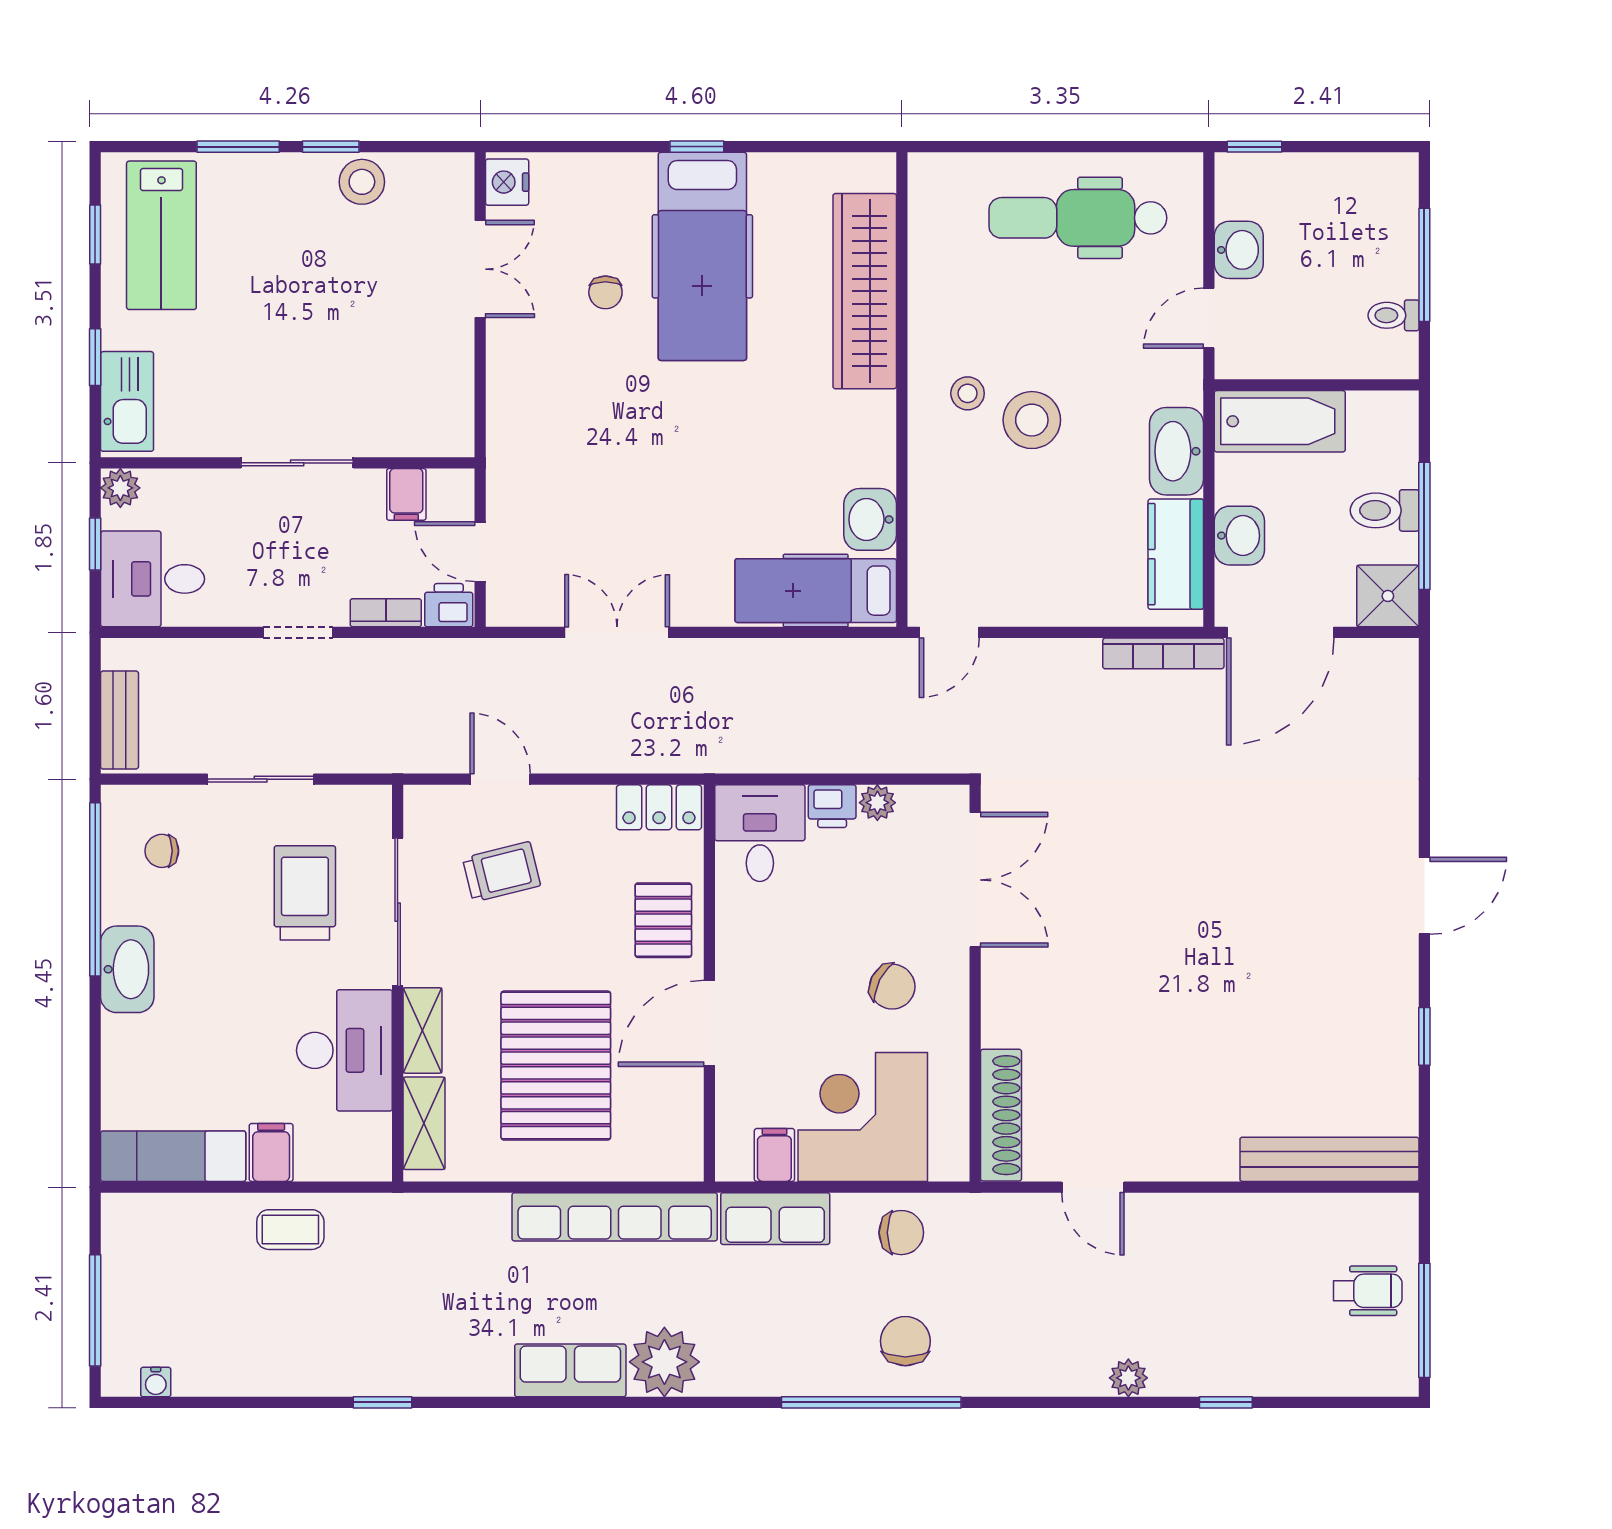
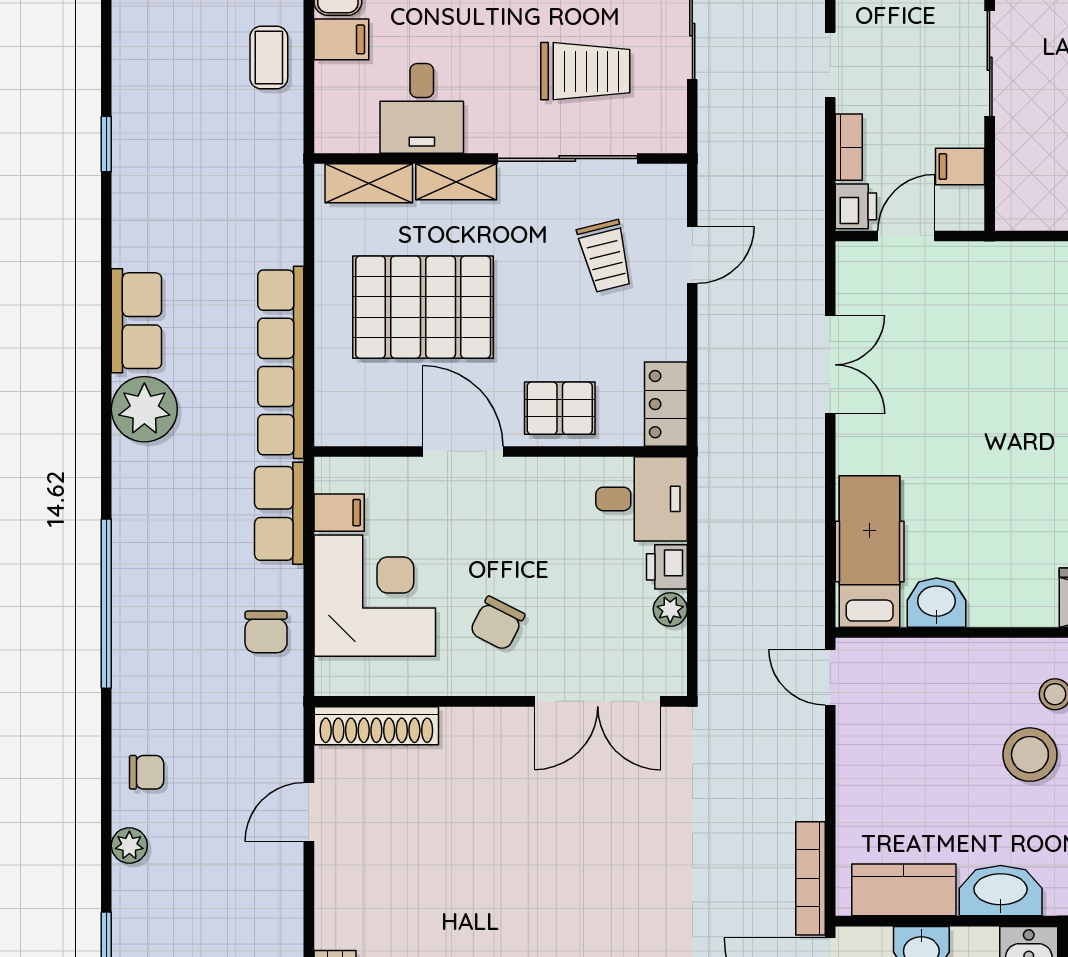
desk: (344, 1050) -> (422, 108), width x0.73
chair: (905, 1341) -> (147, 772), moved, width x0.73, depth x0.73

